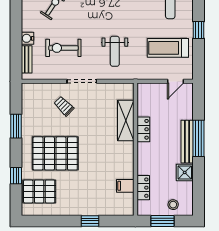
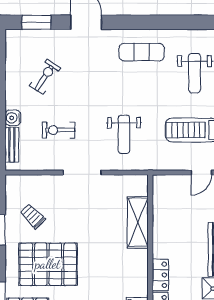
exercise bike: (63, 48) -> (59, 130), width x0.73, depth x0.72
trolley: (64, 106) -> (33, 216), moved
locker: (143, 129) -> (160, 275), moved

